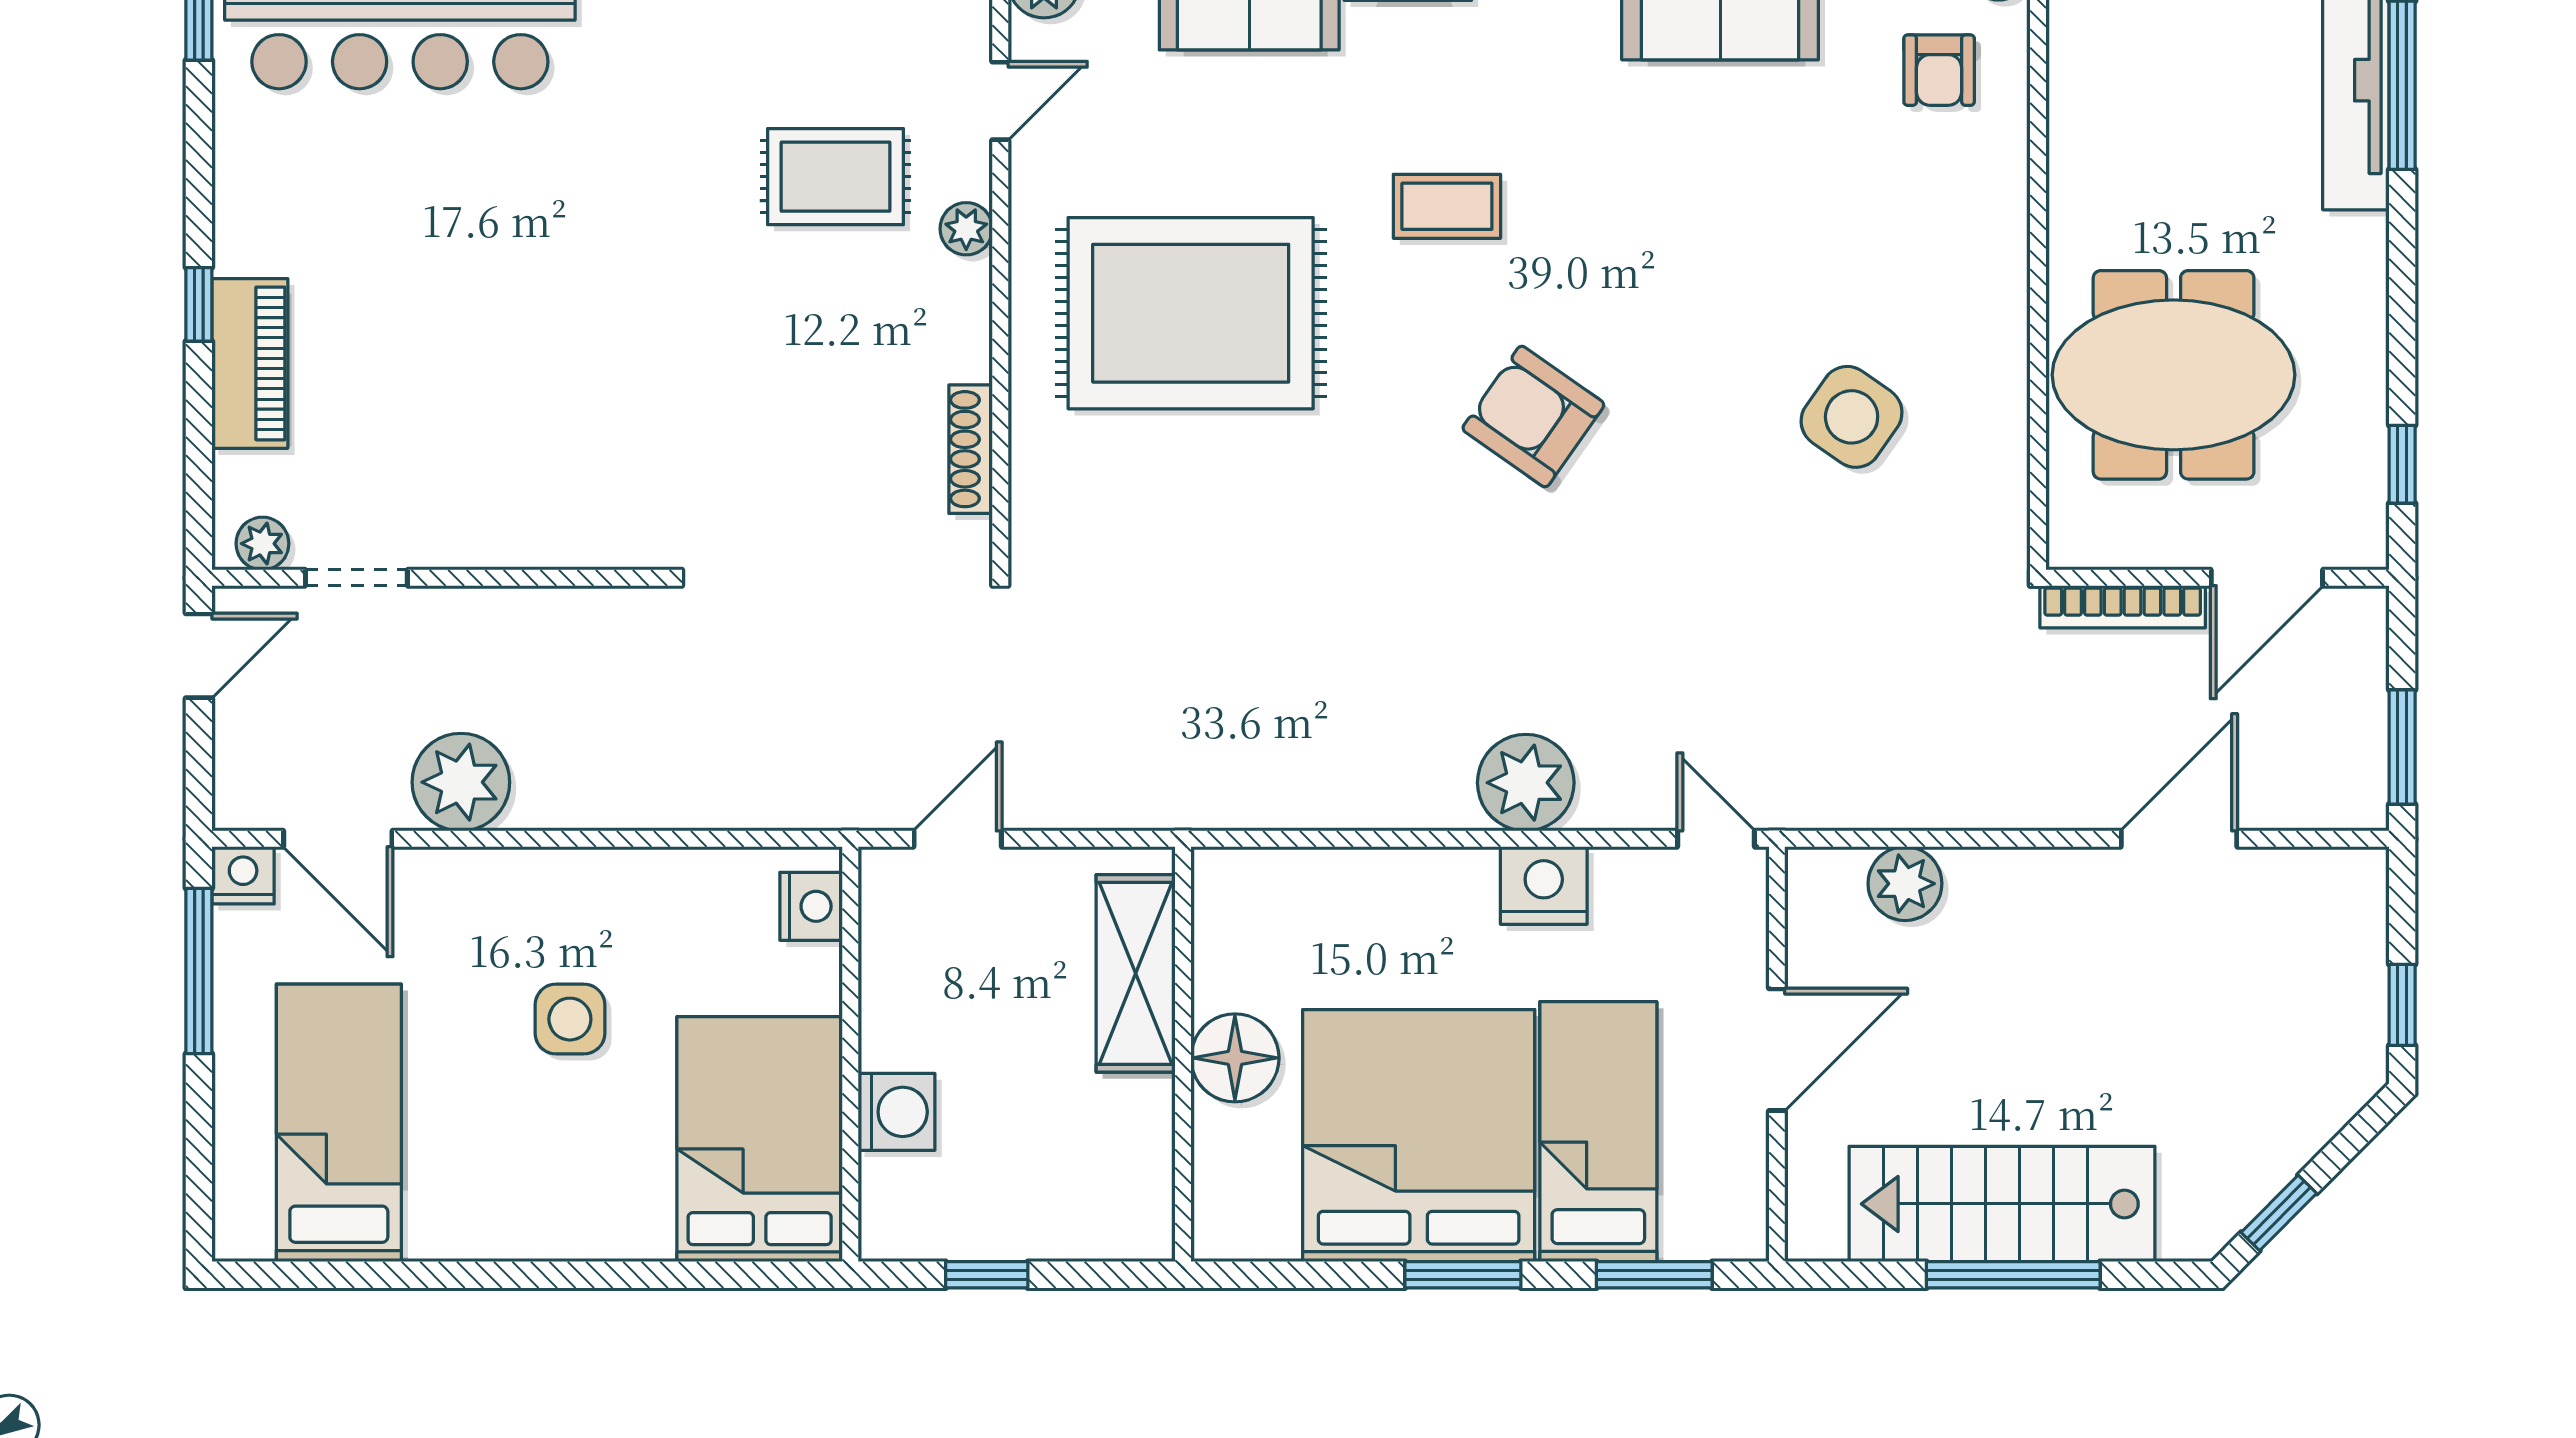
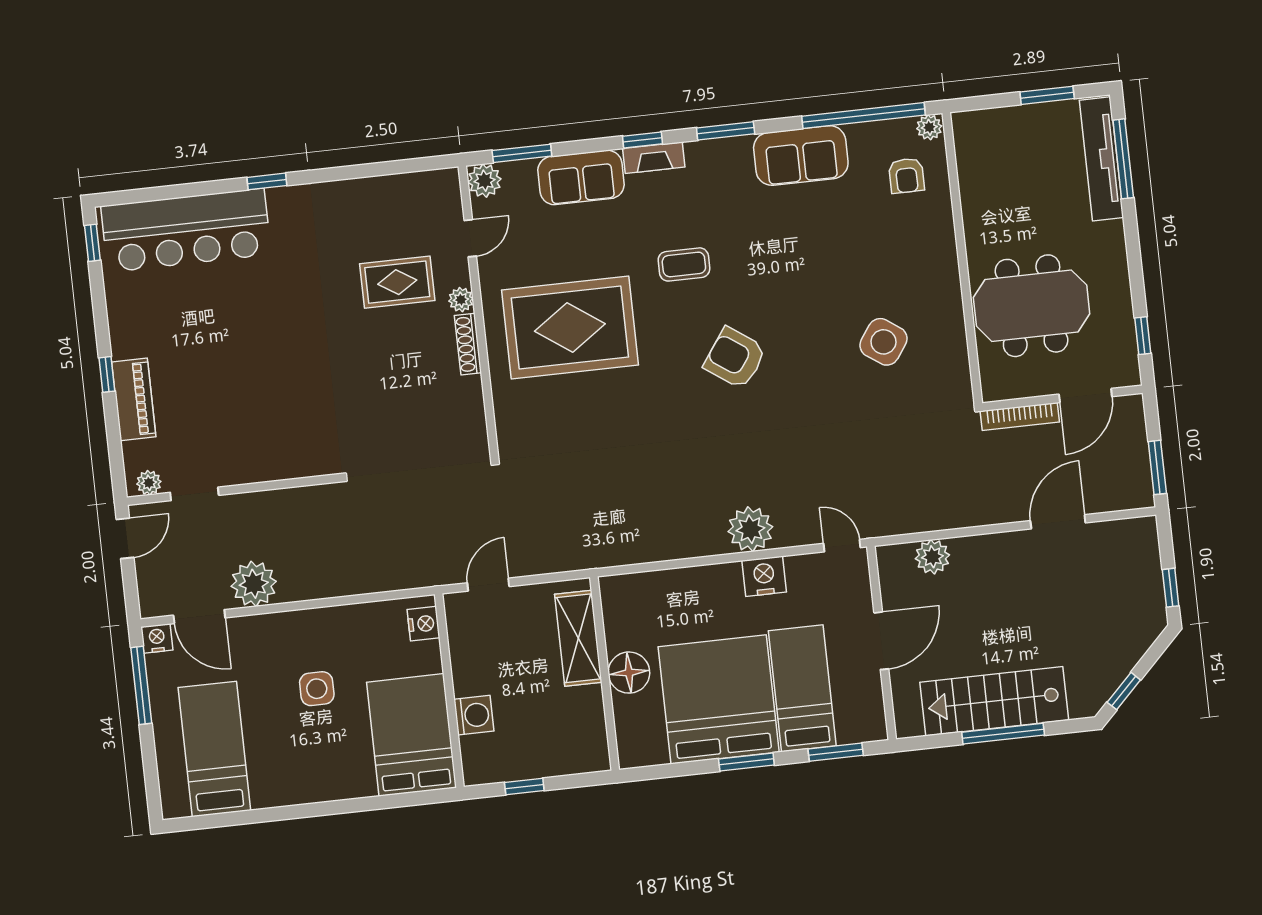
shoe rack: (971, 449) -> (468, 344), moved

